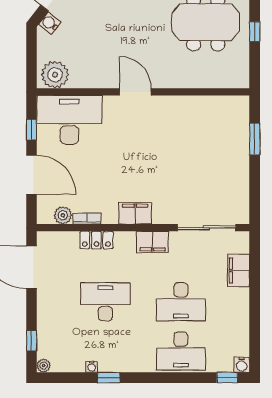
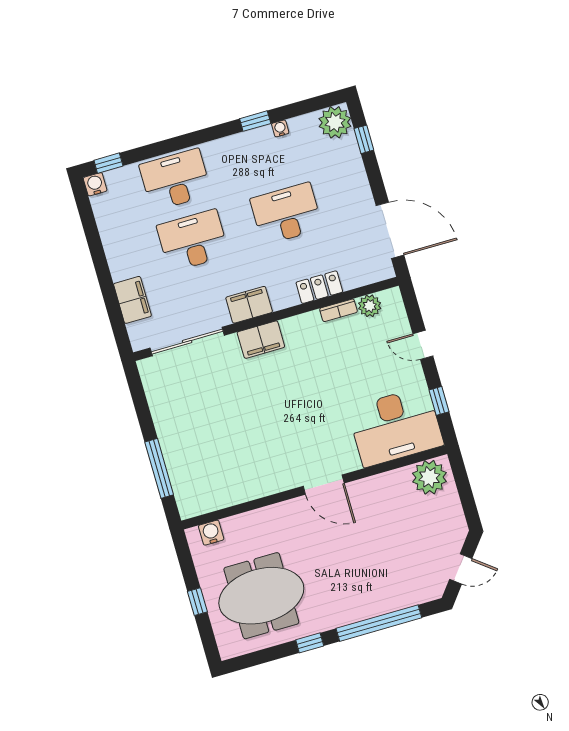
water cooler: (50, 23) -> (211, 533), moved, turned -128
window: (255, 139) -> (159, 468), width x1.44
door: (32, 175) -> (423, 345), width x0.53
filing cabinet: (135, 213) -> (261, 340), moved
desk: (105, 302) -> (286, 214), turned 180
plant: (44, 366) -> (335, 122), width x1.87, depth x1.87

